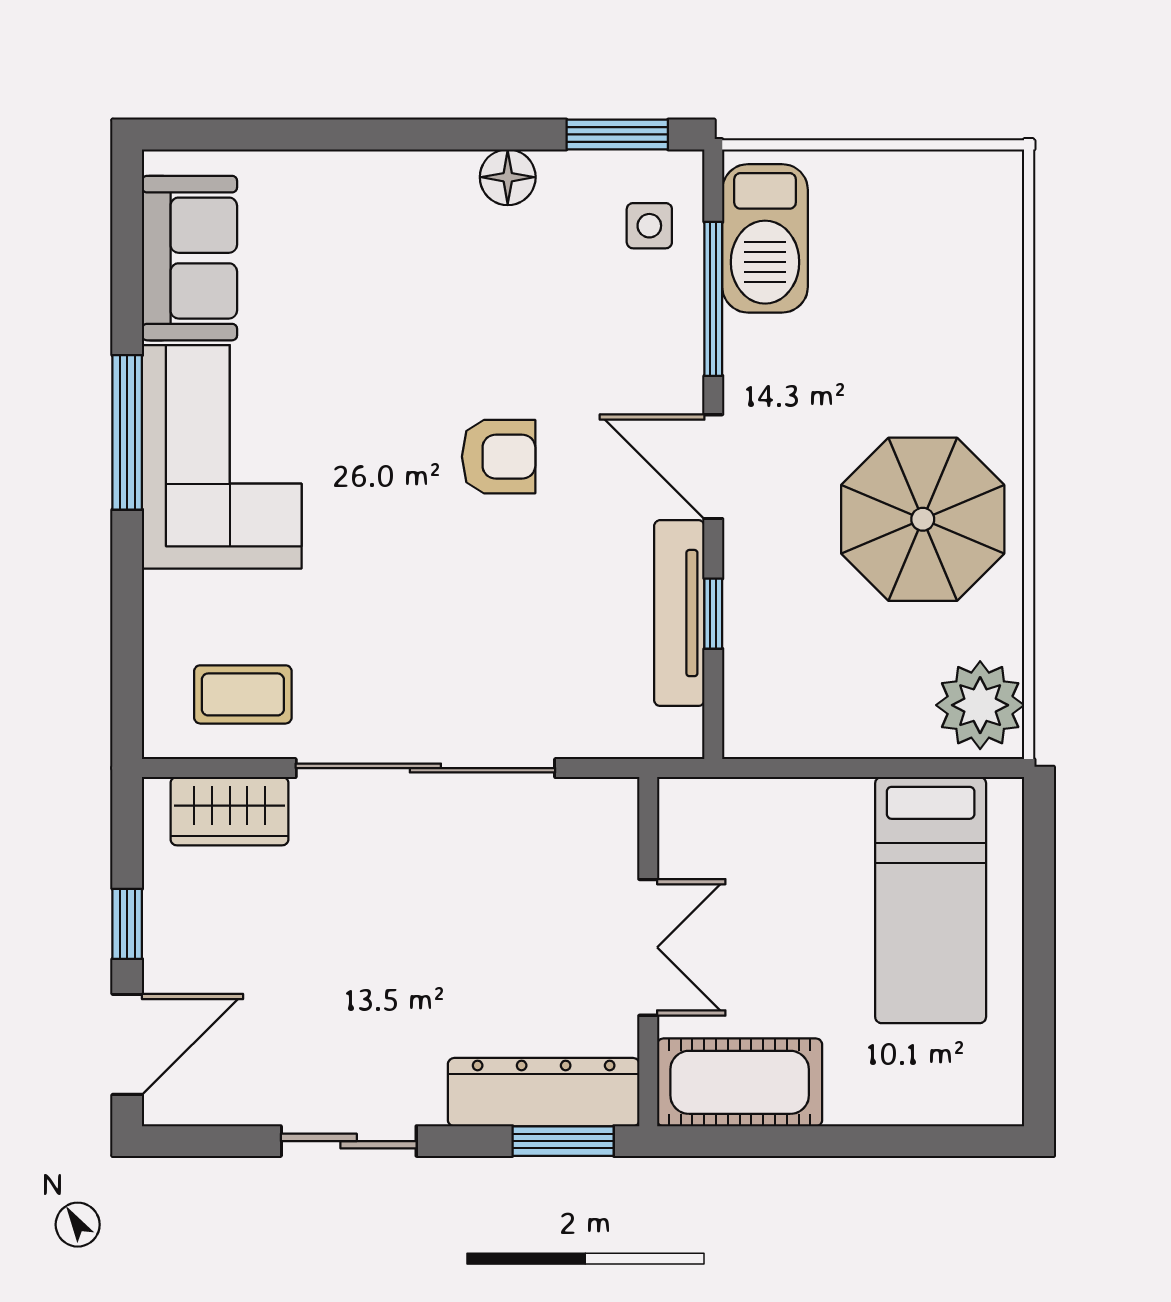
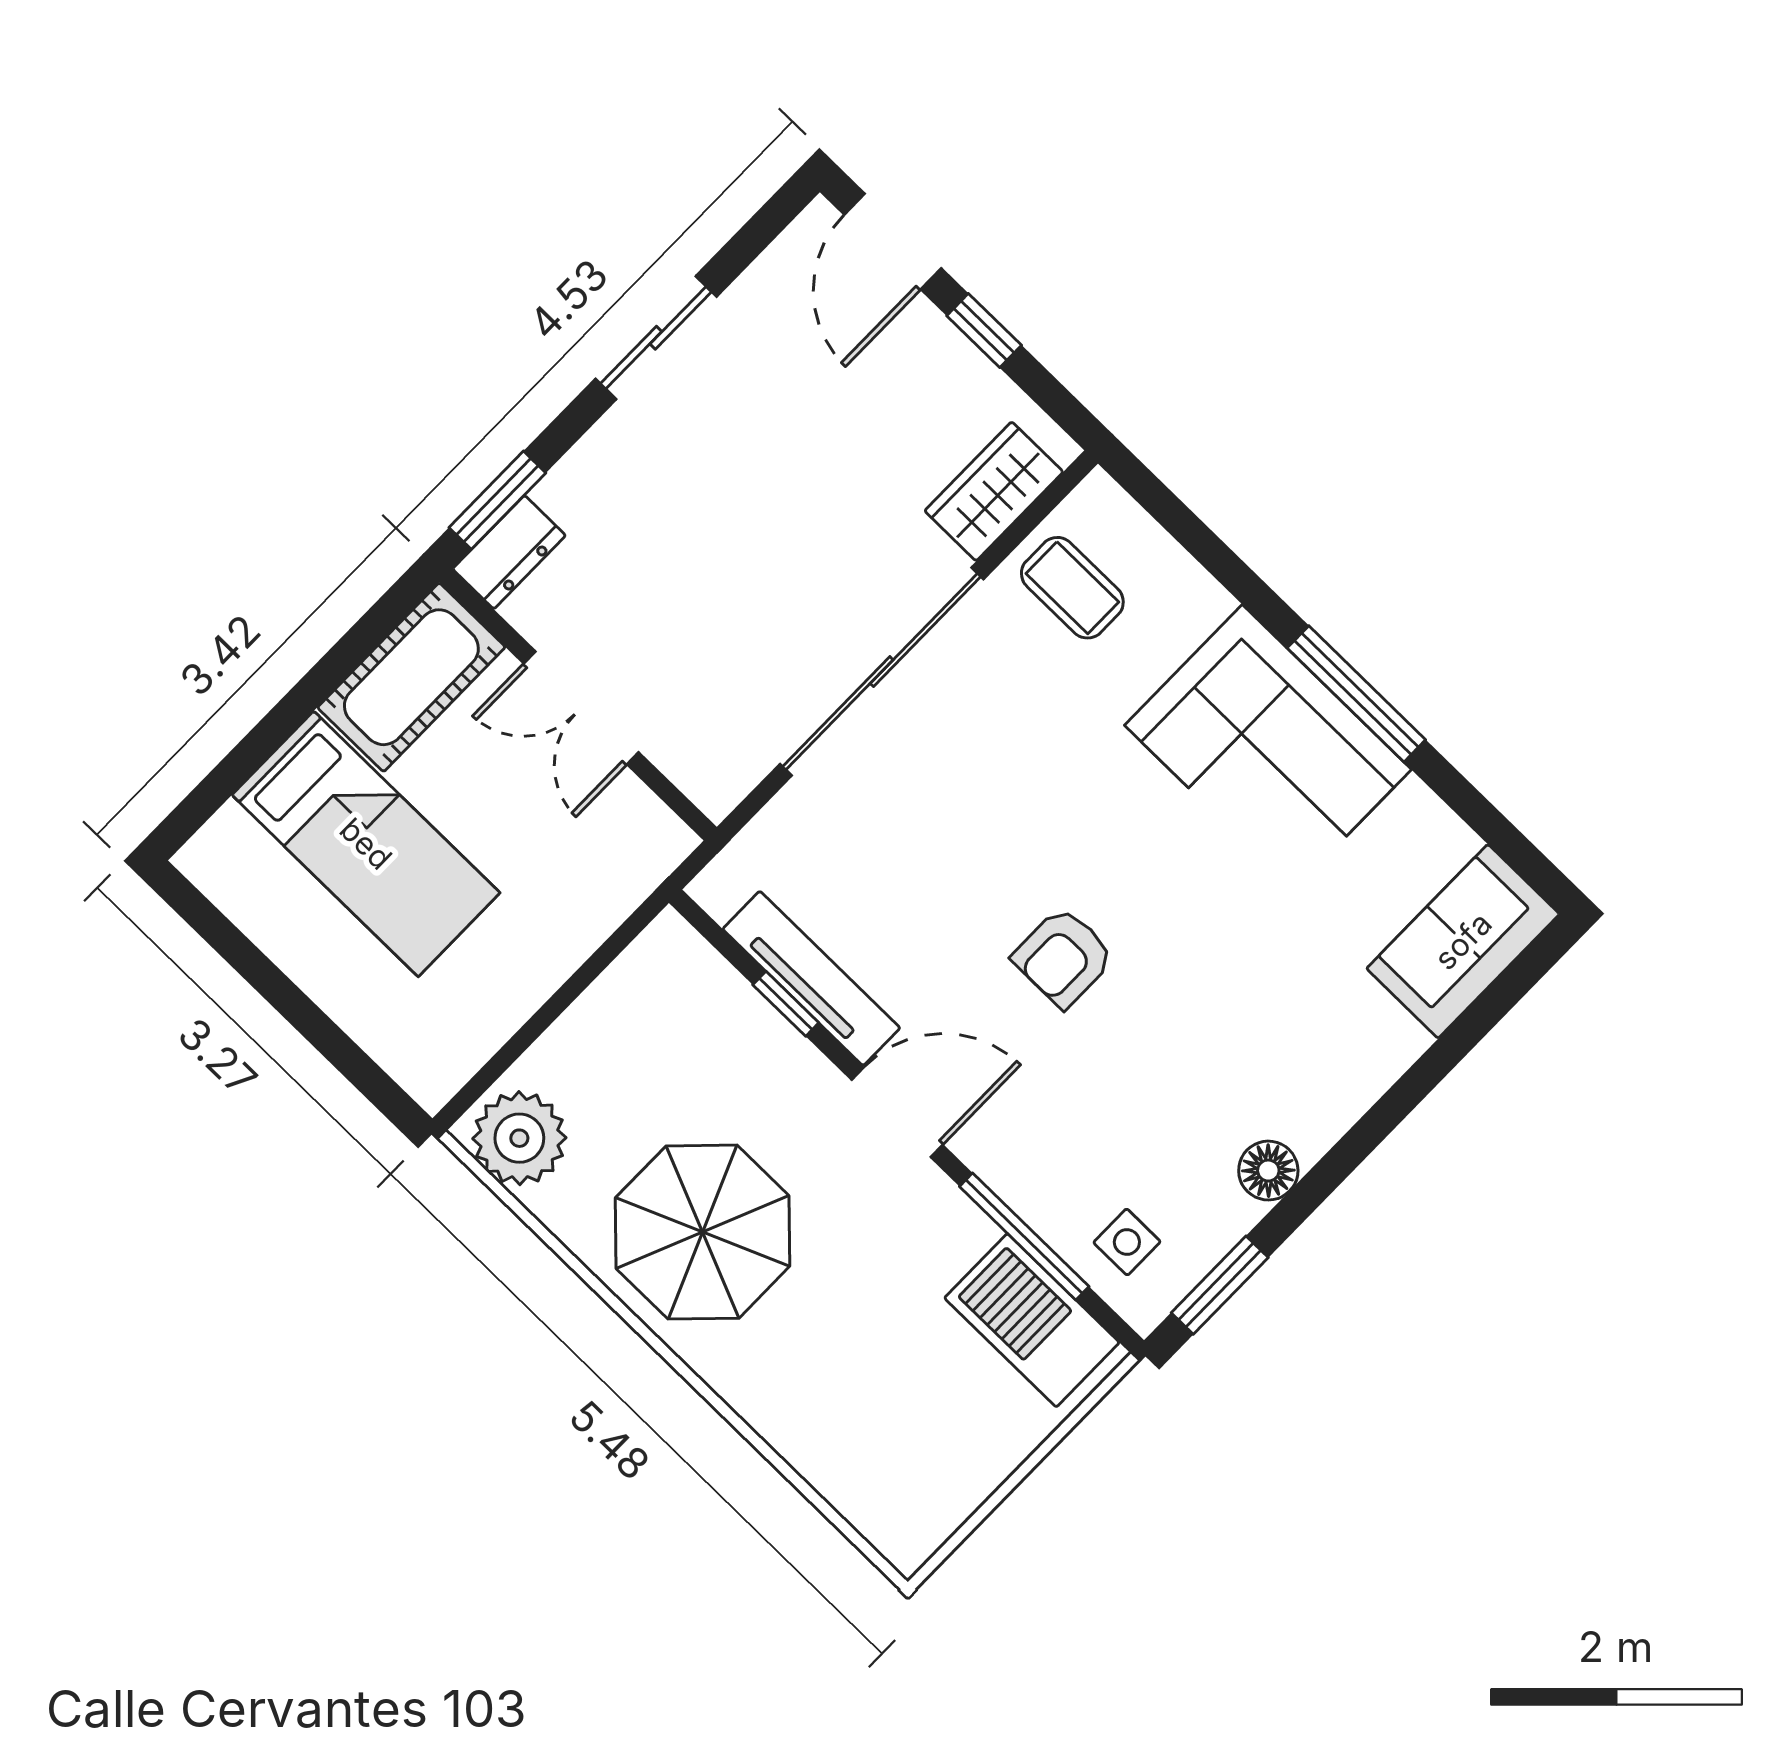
sofa: (190, 258) -> (1463, 941), moved, turned 90
coffee table: (243, 694) -> (1072, 588), turned 90
bed: (931, 900) -> (366, 844), moved, turned 180
dresser: (544, 1092) -> (509, 552), width x0.51, depth x0.80

